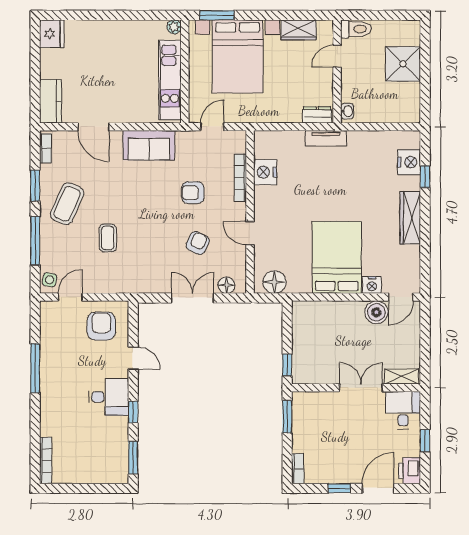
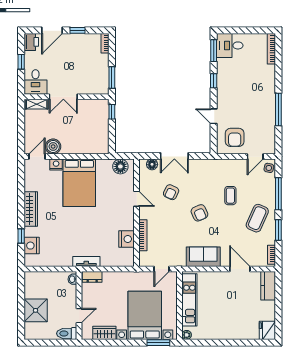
armchair: (193, 193) -> (199, 213), moved, turned 66
desk: (109, 397) -> (230, 45), moved

